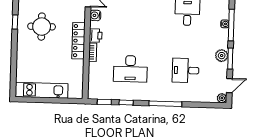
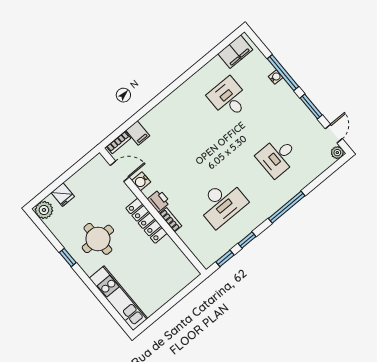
plant: (222, 56) -> (300, 111), removed
kitchen unit: (42, 90) -> (118, 298), moved, turned 90

